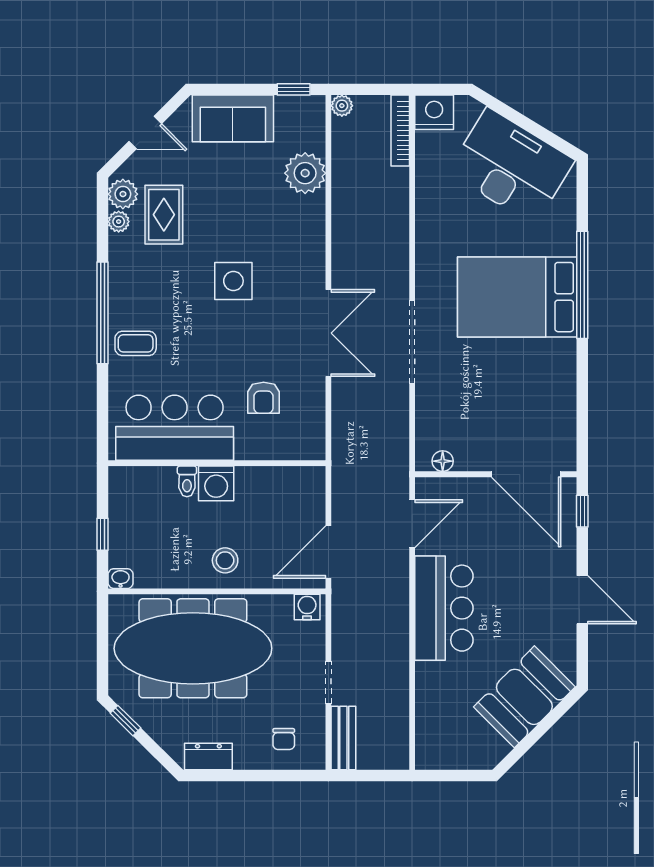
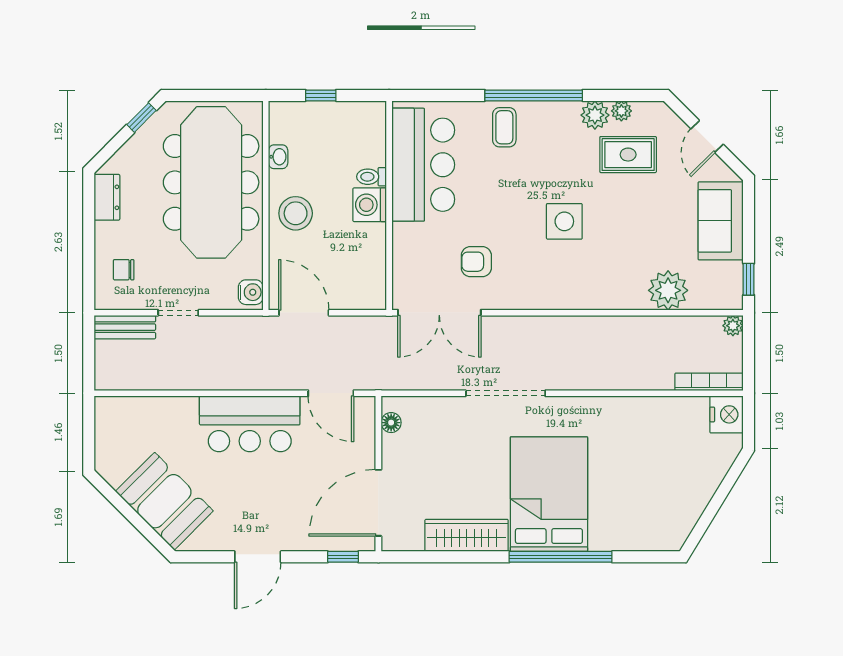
desk: (511, 166) -> (675, 488), removed
plant: (123, 194) -> (595, 115), moved
double door: (328, 333) -> (439, 313), moved
wardrobe: (560, 383) -> (467, 535), added
armchair: (264, 398) -> (476, 262), moved
stool: (225, 560) -> (296, 213), width x1.38, depth x1.38
washbasin: (121, 579) -> (278, 157), moved

